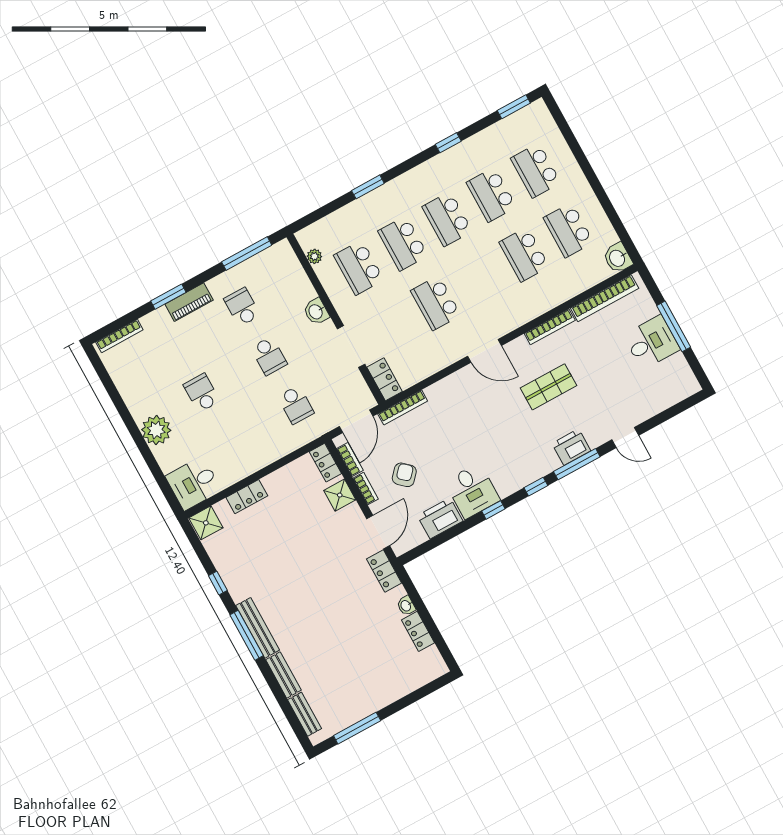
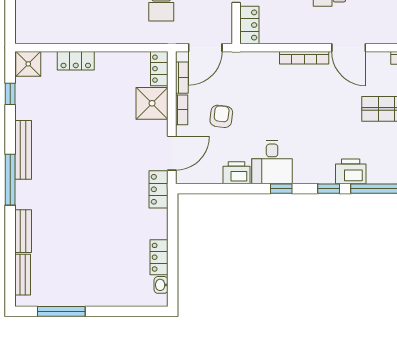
bookcase: (403, 407) -> (304, 58), moved
printer: (571, 447) -> (351, 171), moved
armchair: (404, 475) -> (221, 116), turned -35
desk: (193, 483) -> (36, 24), removed
shower: (340, 495) -> (152, 103), width x1.36, depth x1.36
printer: (440, 518) -> (237, 173), width x0.73, depth x0.84
window: (218, 583) -> (10, 94), moved
washbasin: (406, 606) -> (161, 285), moved
bench: (258, 628) -> (23, 150), moved

